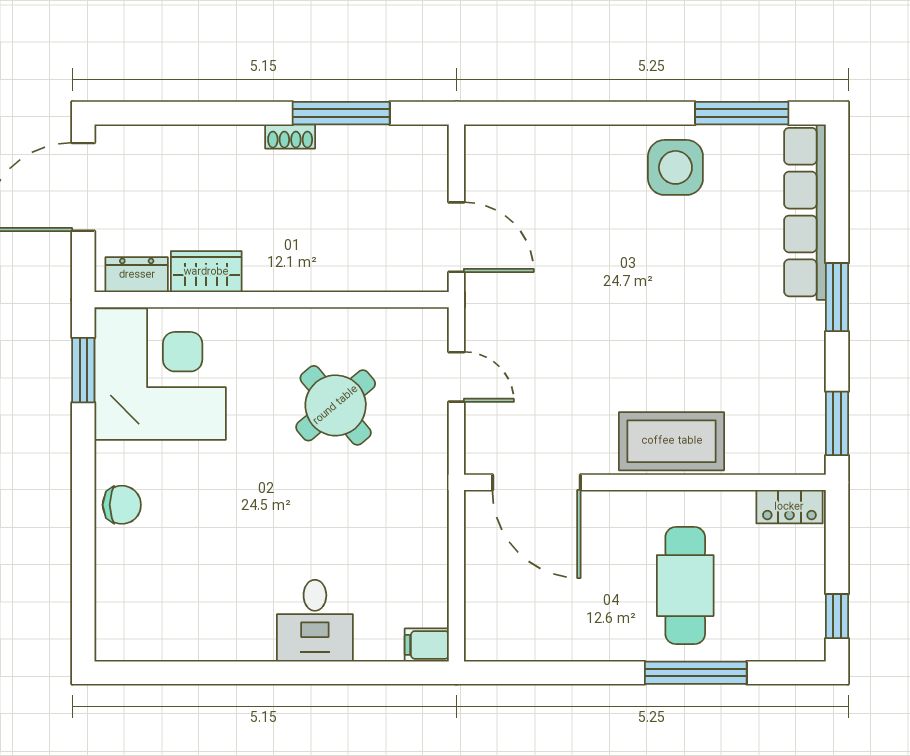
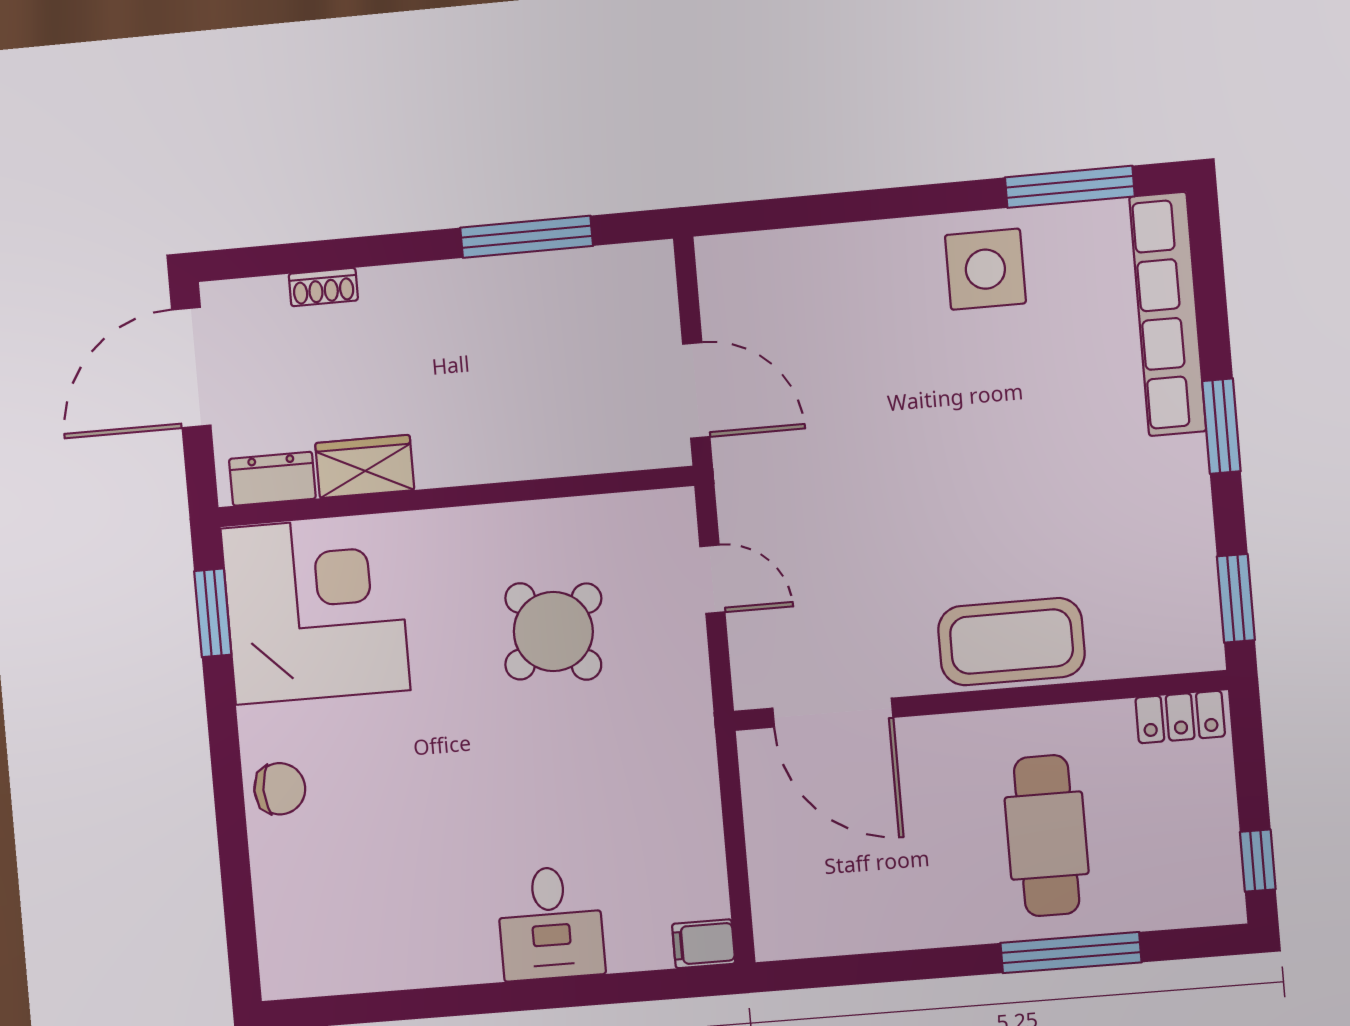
shoe rack: (290, 136) -> (323, 287), moved

